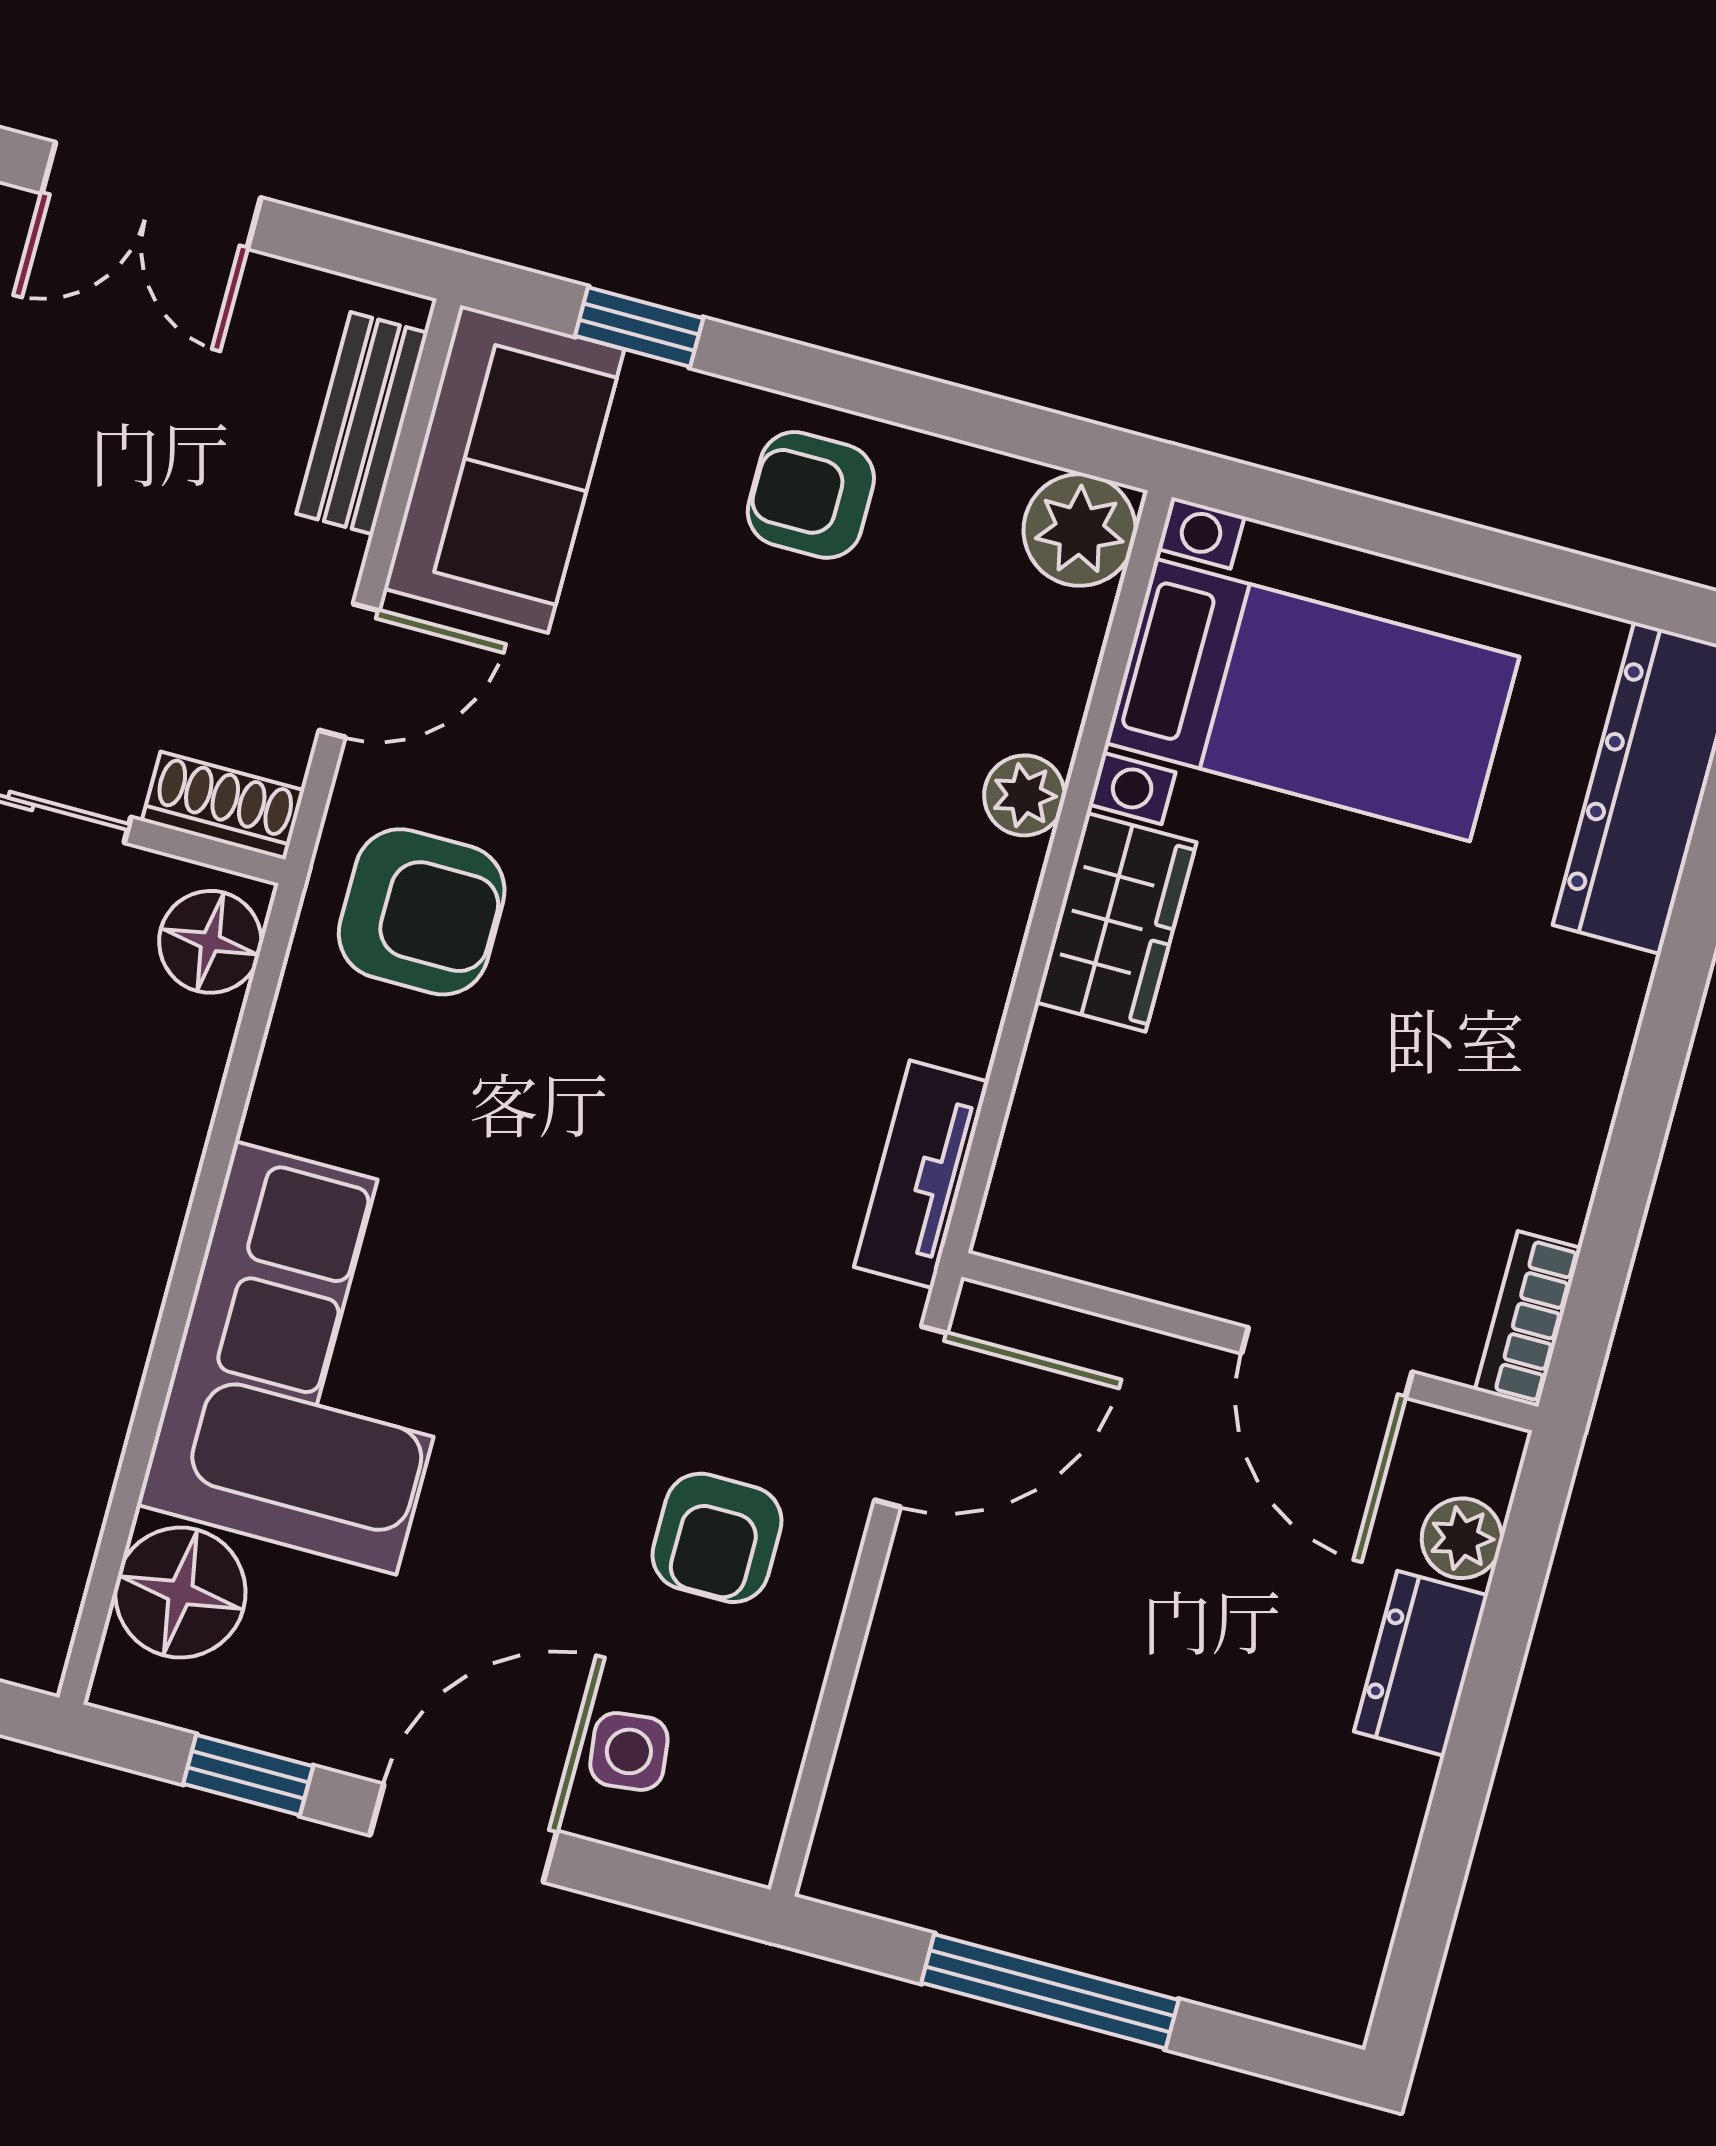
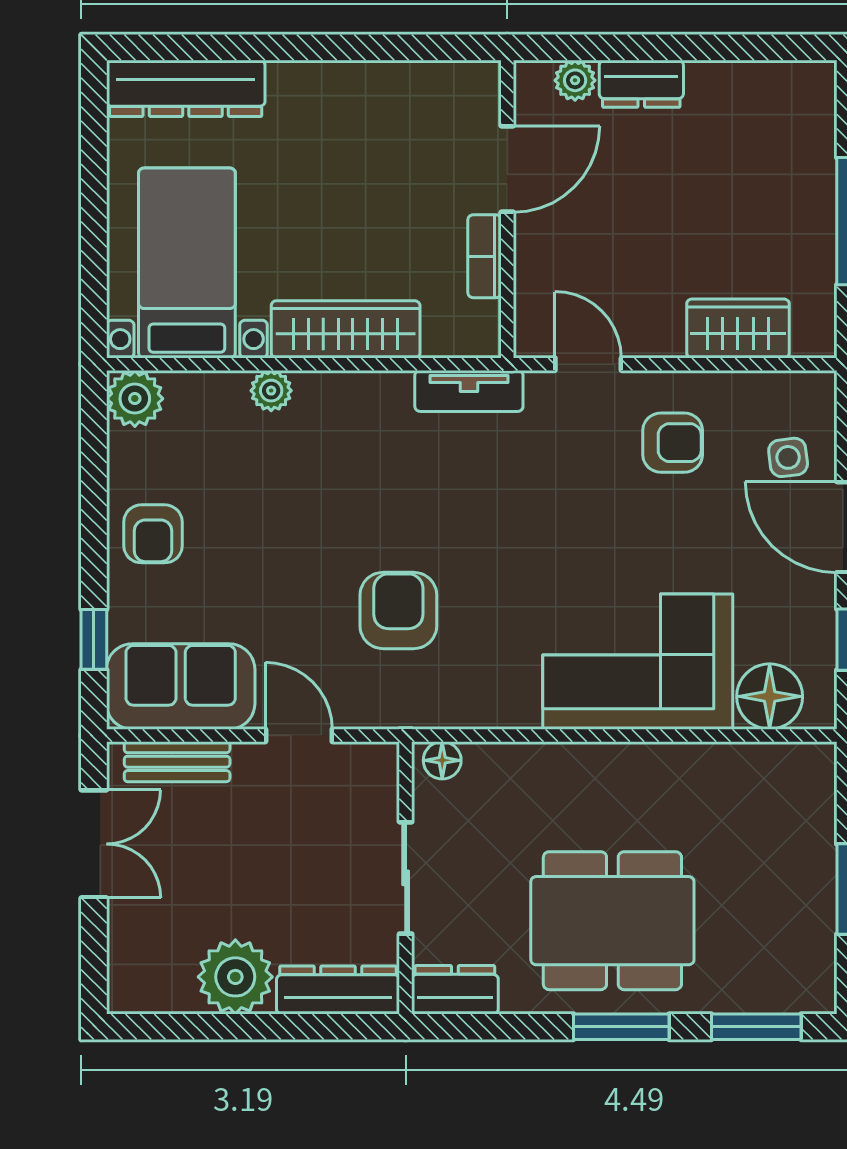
double door: (151, 195) -> (94, 844), moved
shoe rack: (223, 806) -> (381, 779), removed
armchair: (422, 912) -> (398, 610), moved
wardrobe: (1116, 922) -> (346, 329), width x1.50
floor lamp: (210, 942) -> (442, 760), width x0.73, depth x0.73
bookcase: (1528, 1319) -> (485, 256), moved, turned 90
door: (911, 1417) -> (588, 364), width x0.73
wardrobe: (902, 1722) -> (738, 328), added

